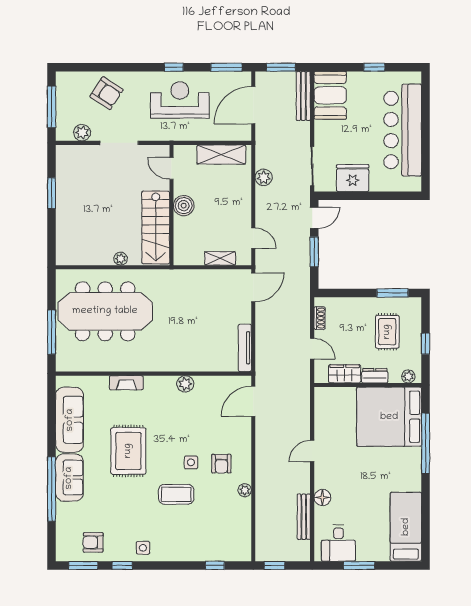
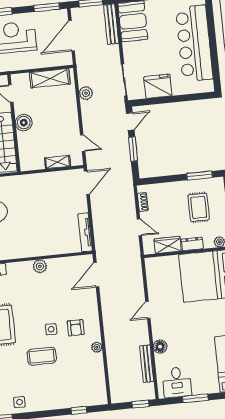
window: (274, 565) -> (140, 404), moved

